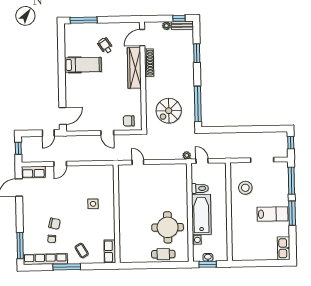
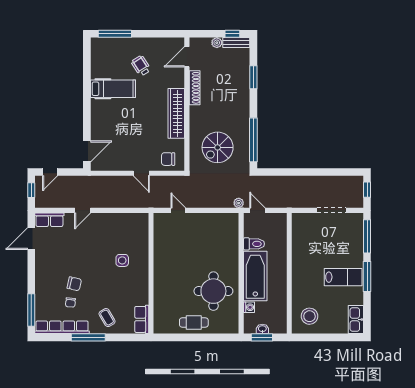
wardrobe: (134, 68) -> (176, 113), moved
door: (48, 133) -> (50, 172), moved
stool: (245, 188) -> (309, 316), moved
cafe table: (163, 254) -> (194, 322), moved

